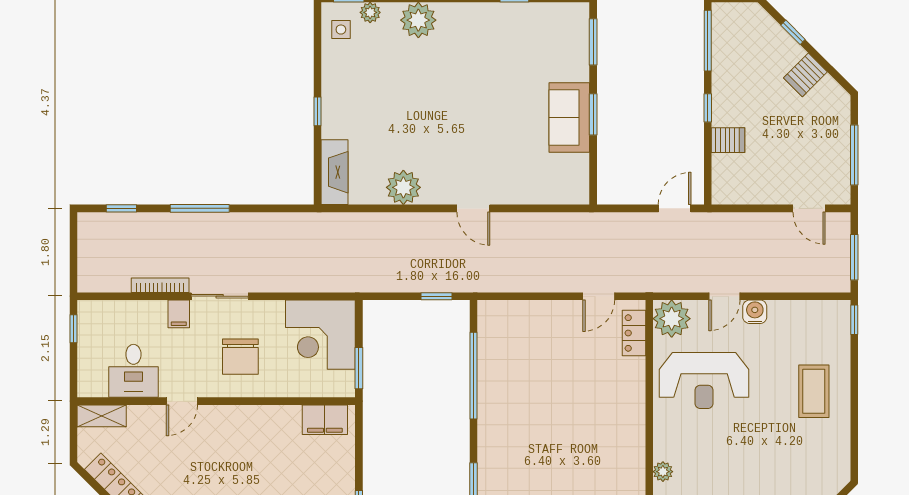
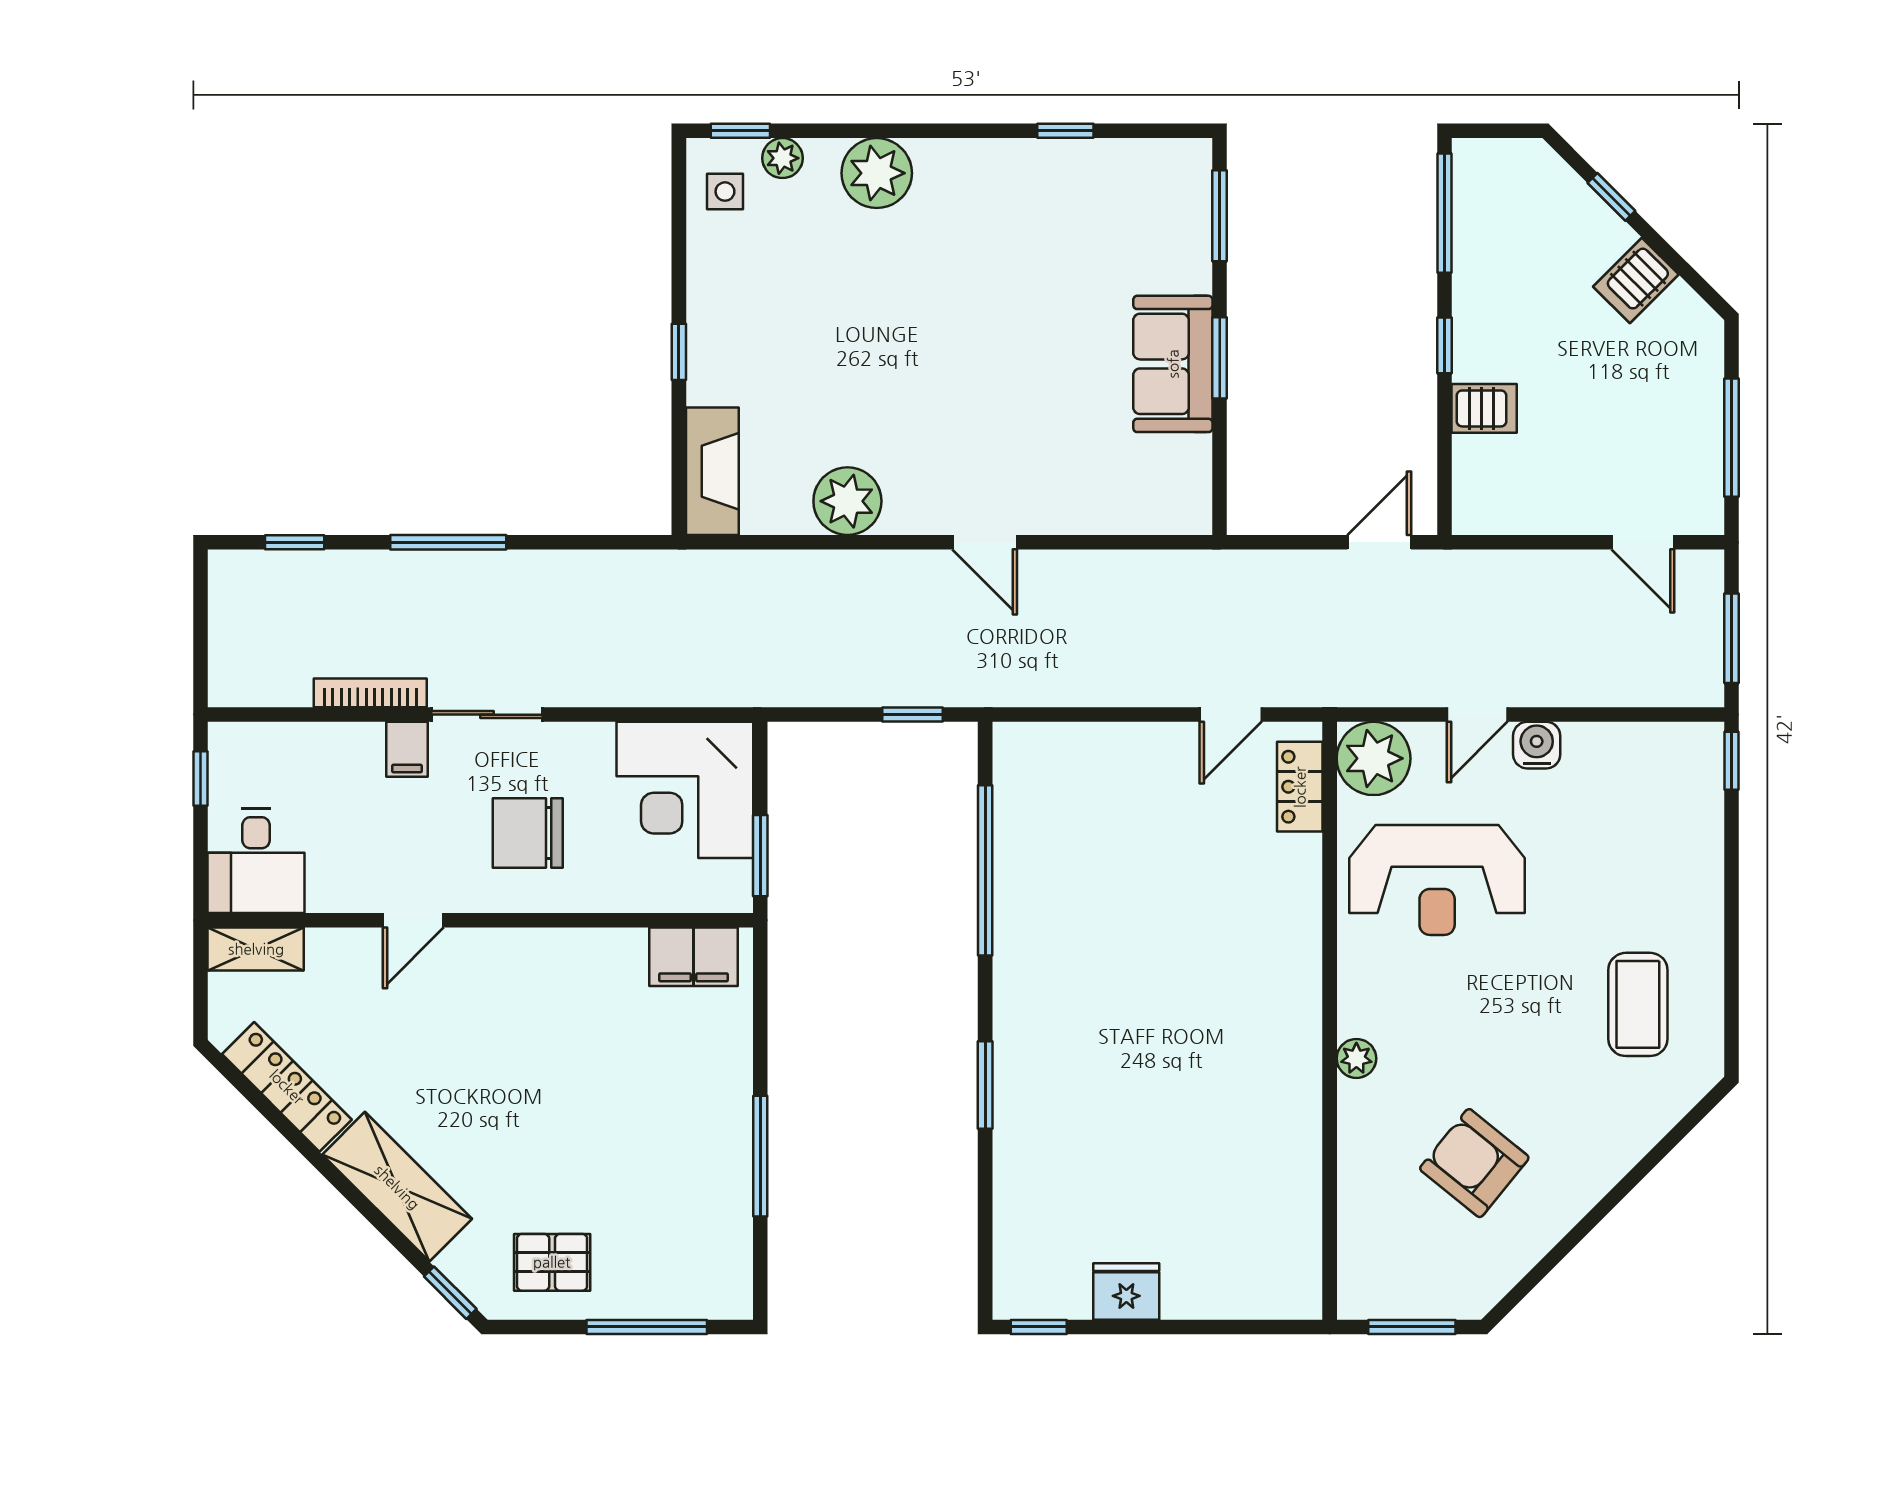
chair: (240, 357) -> (528, 833), turned 90
desk: (133, 371) -> (256, 861), moved
coffee table: (814, 391) -> (1638, 1004), moved

